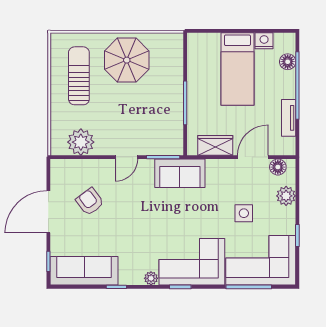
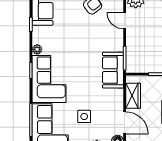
door: (126, 157) -> (125, 21), moved

